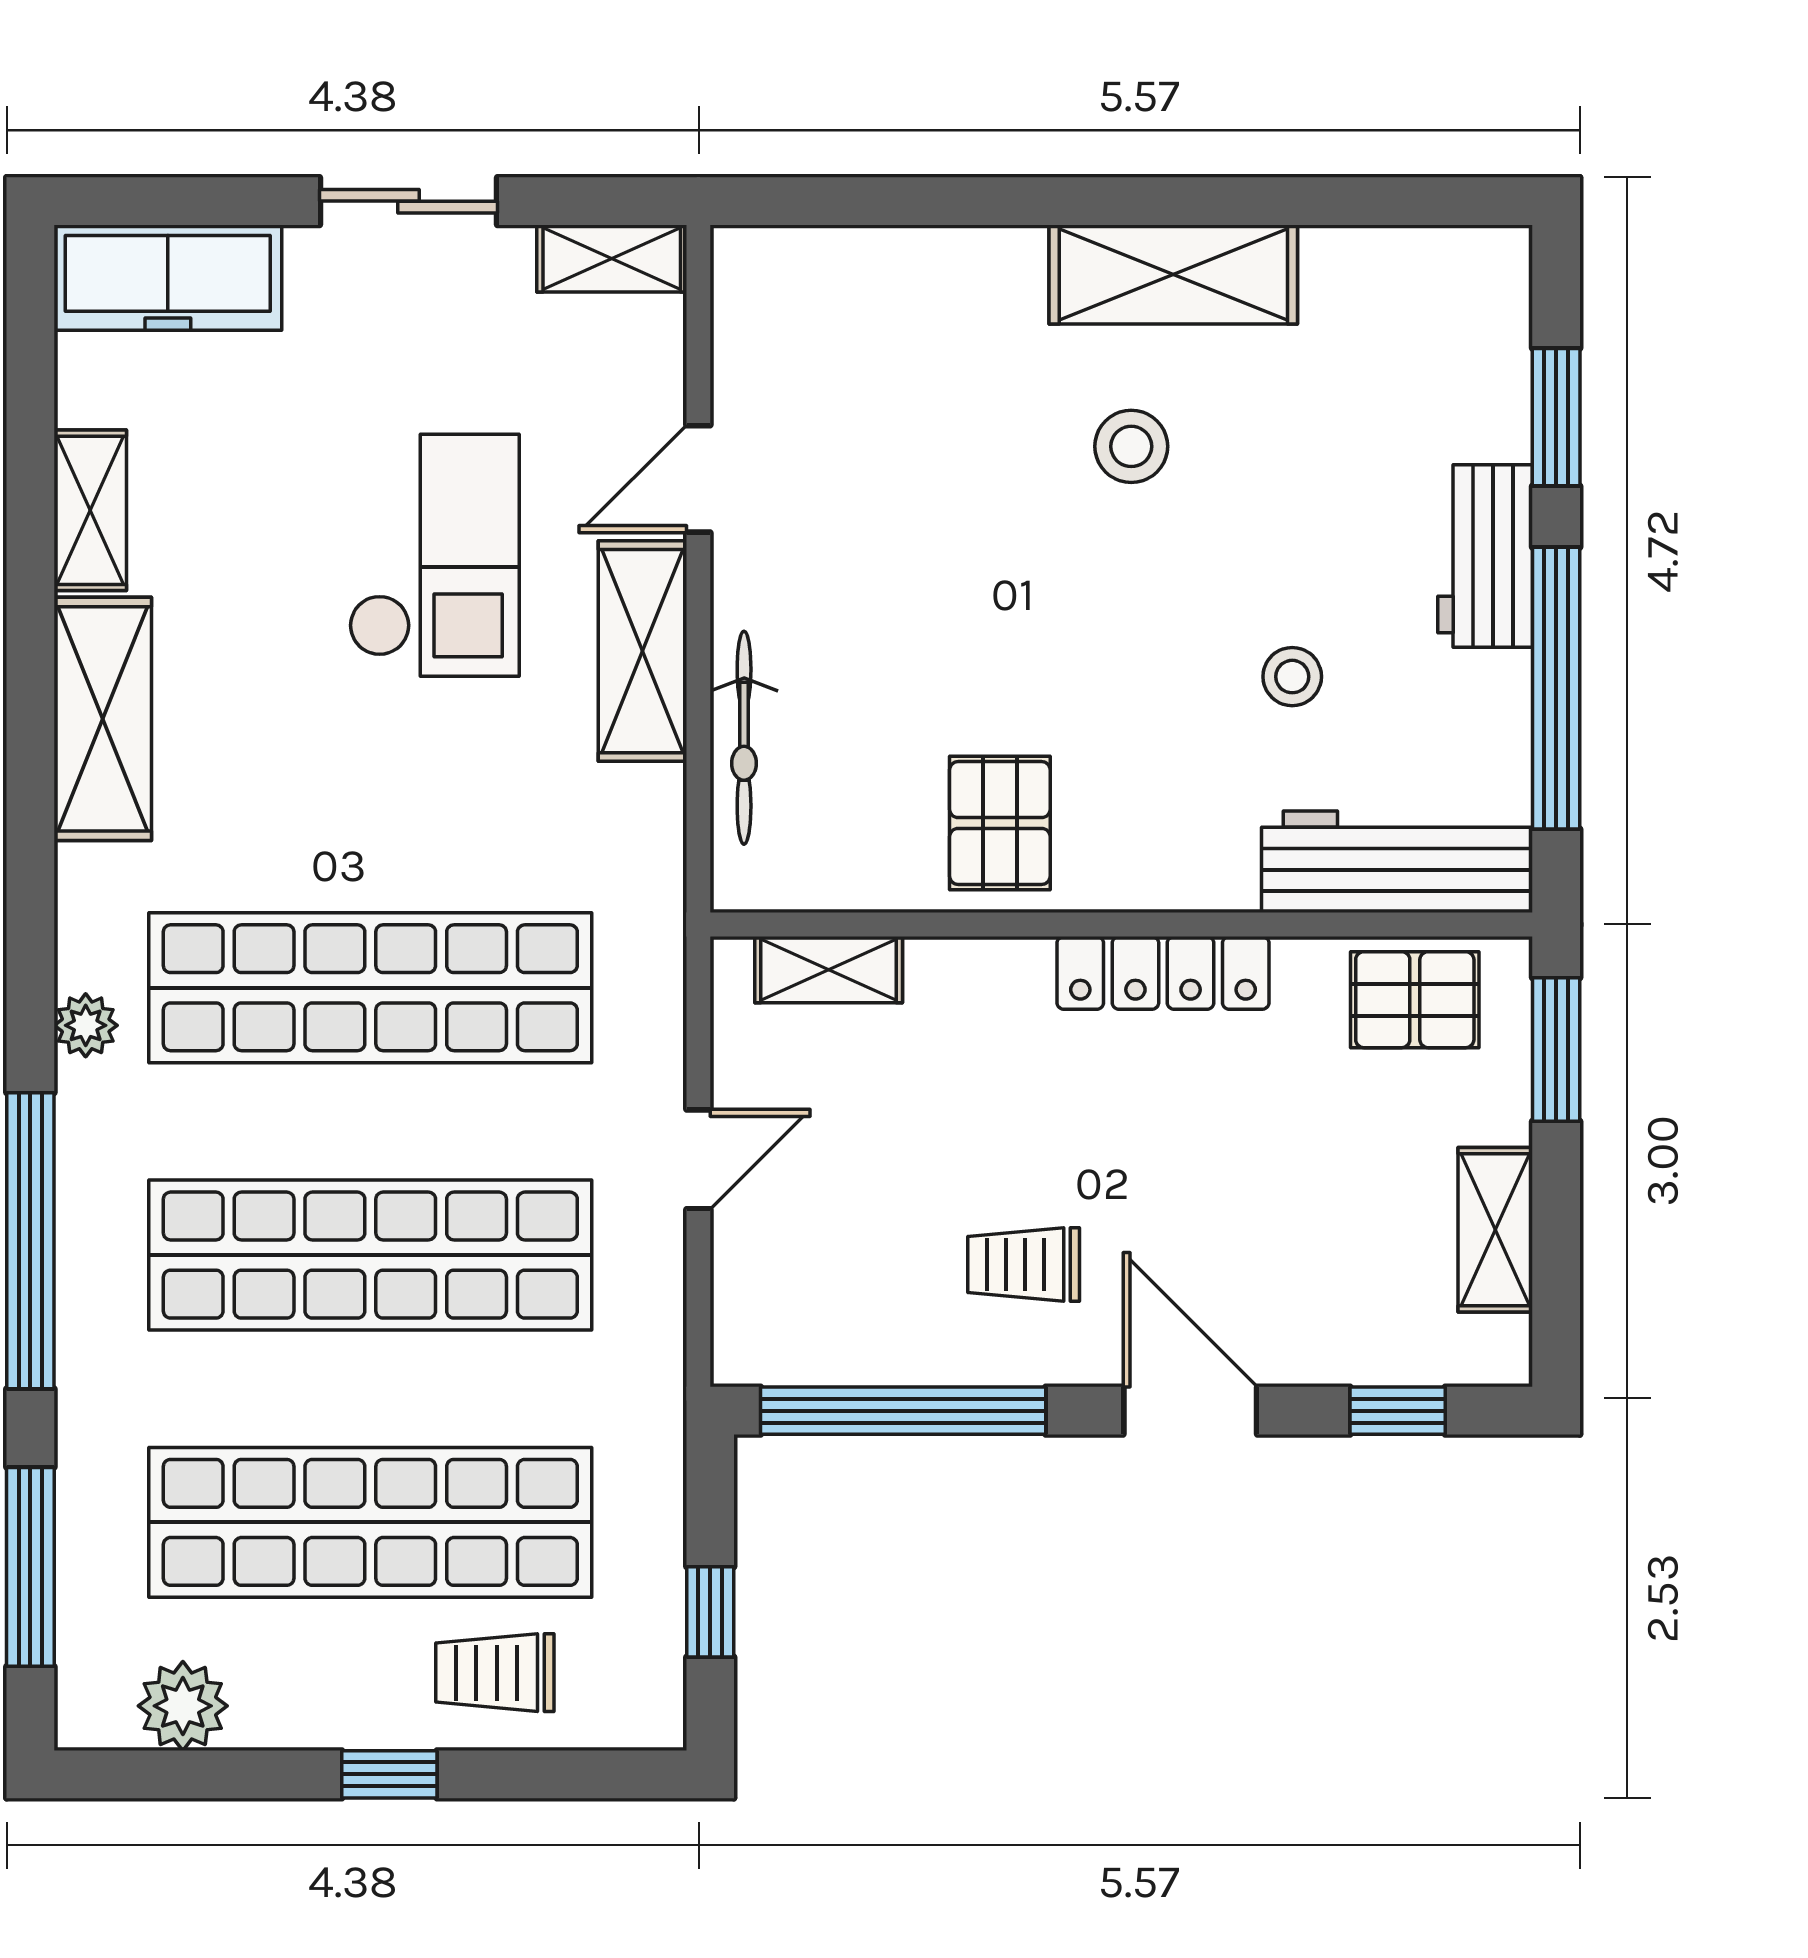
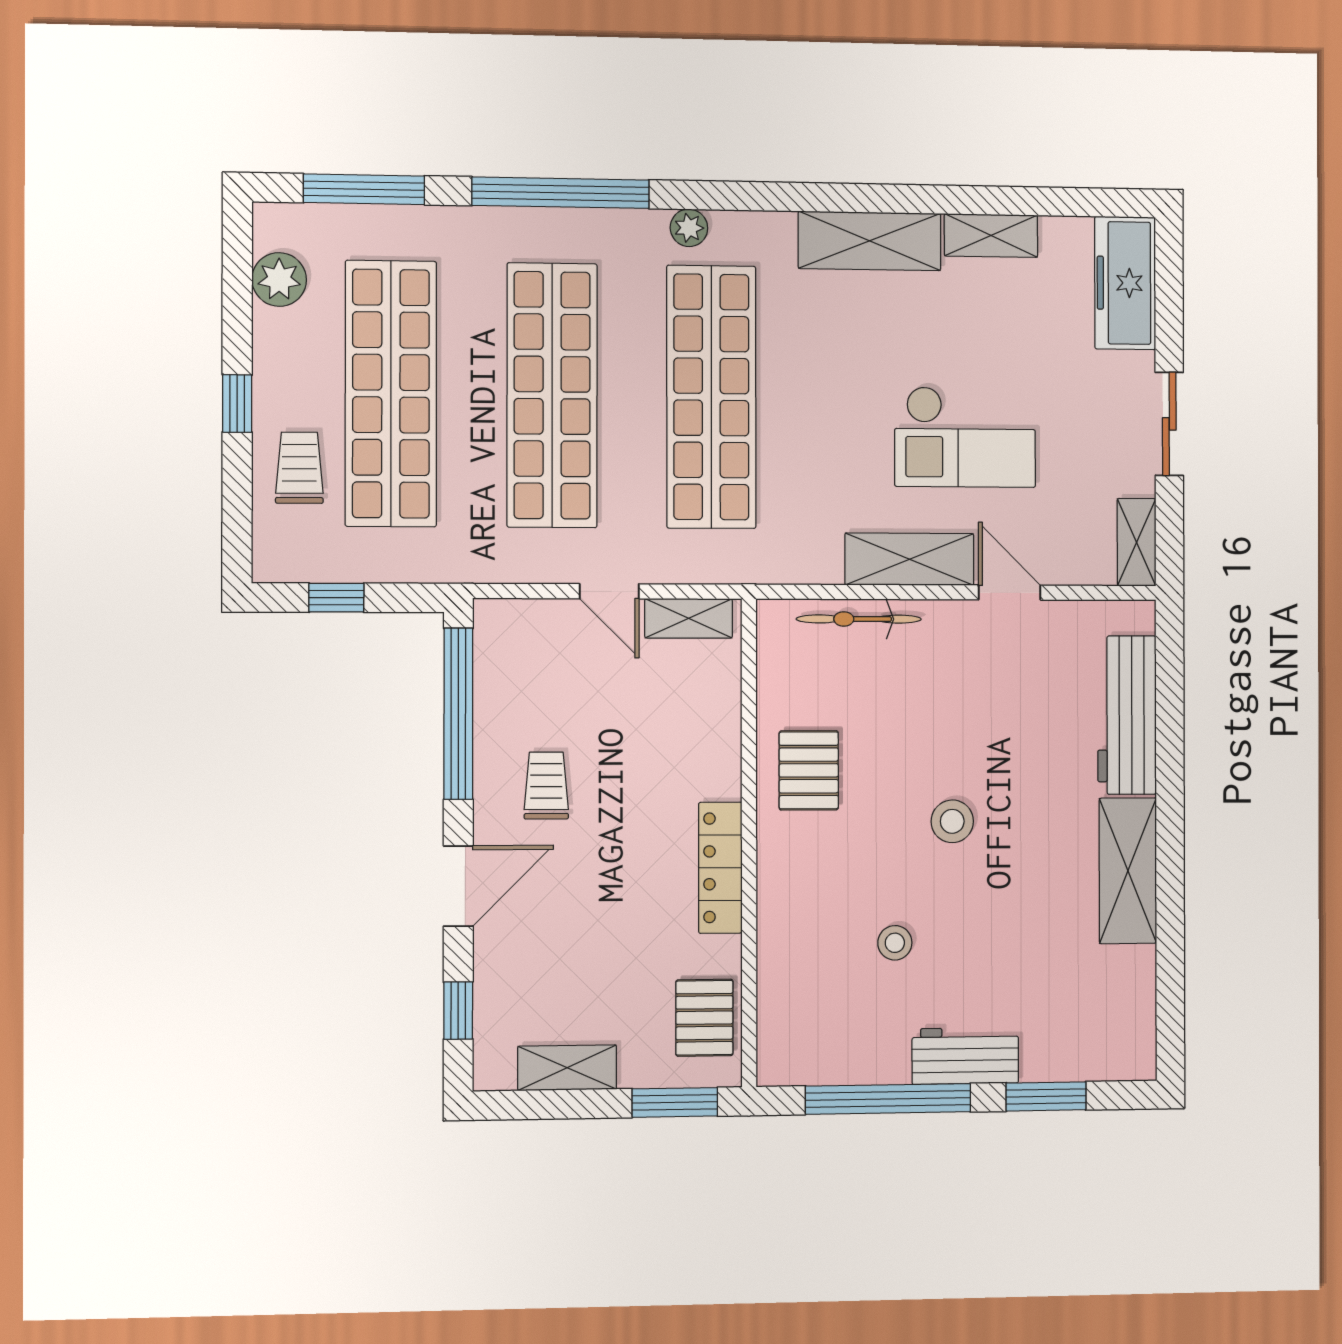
stool: (1131, 446) -> (952, 821), moved
pallet: (1000, 823) -> (809, 770), turned 90
workbench: (1397, 862) -> (1127, 715), moved, turned 180
shelving: (829, 970) -> (689, 618), moved, turned 90

